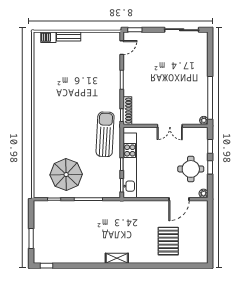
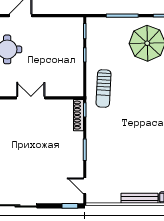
bench: (69, 36) -> (140, 198), width x1.36
door: (122, 48) -> (85, 186), hinge flipped
sun lounger: (105, 134) -> (104, 88), width x0.73, depth x0.75
kitchen unit: (130, 165) -> (76, 53), removed

